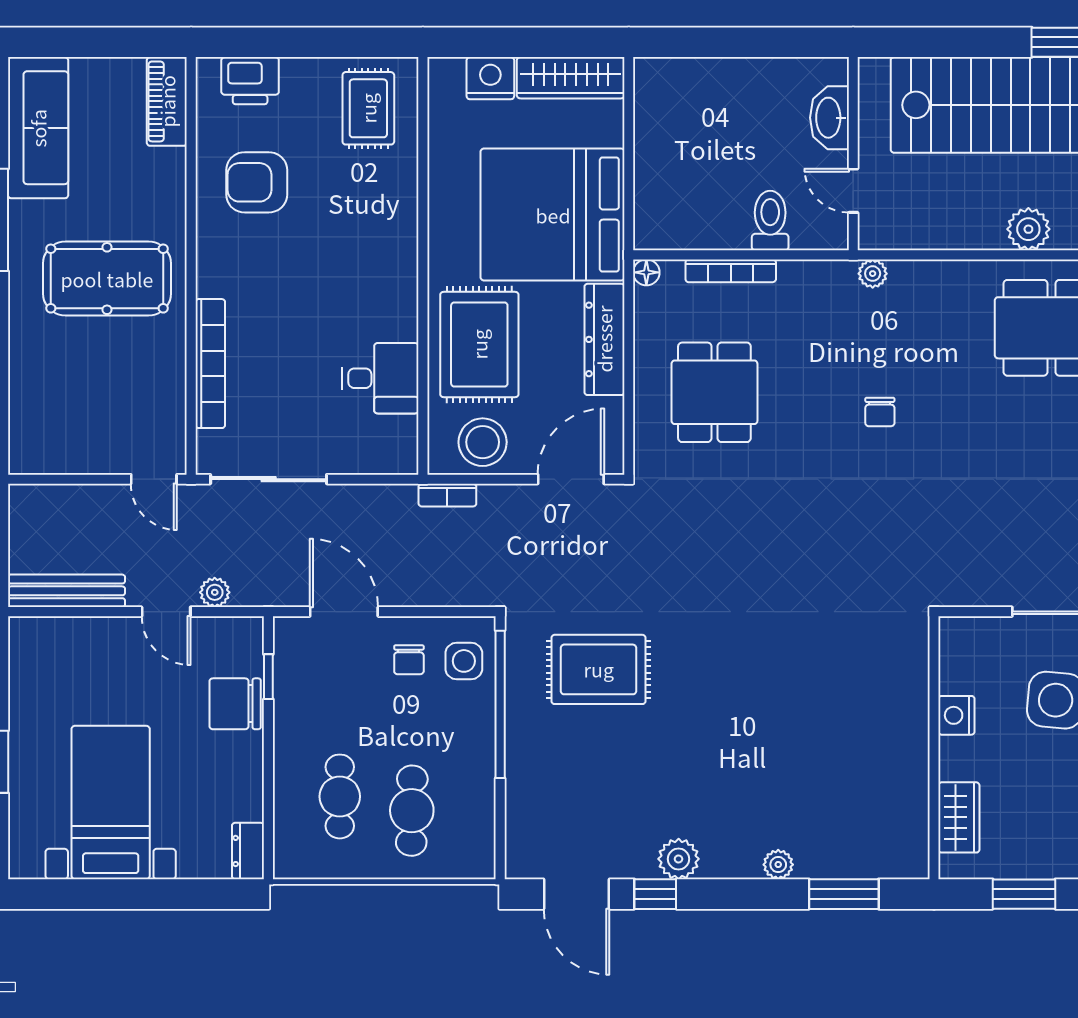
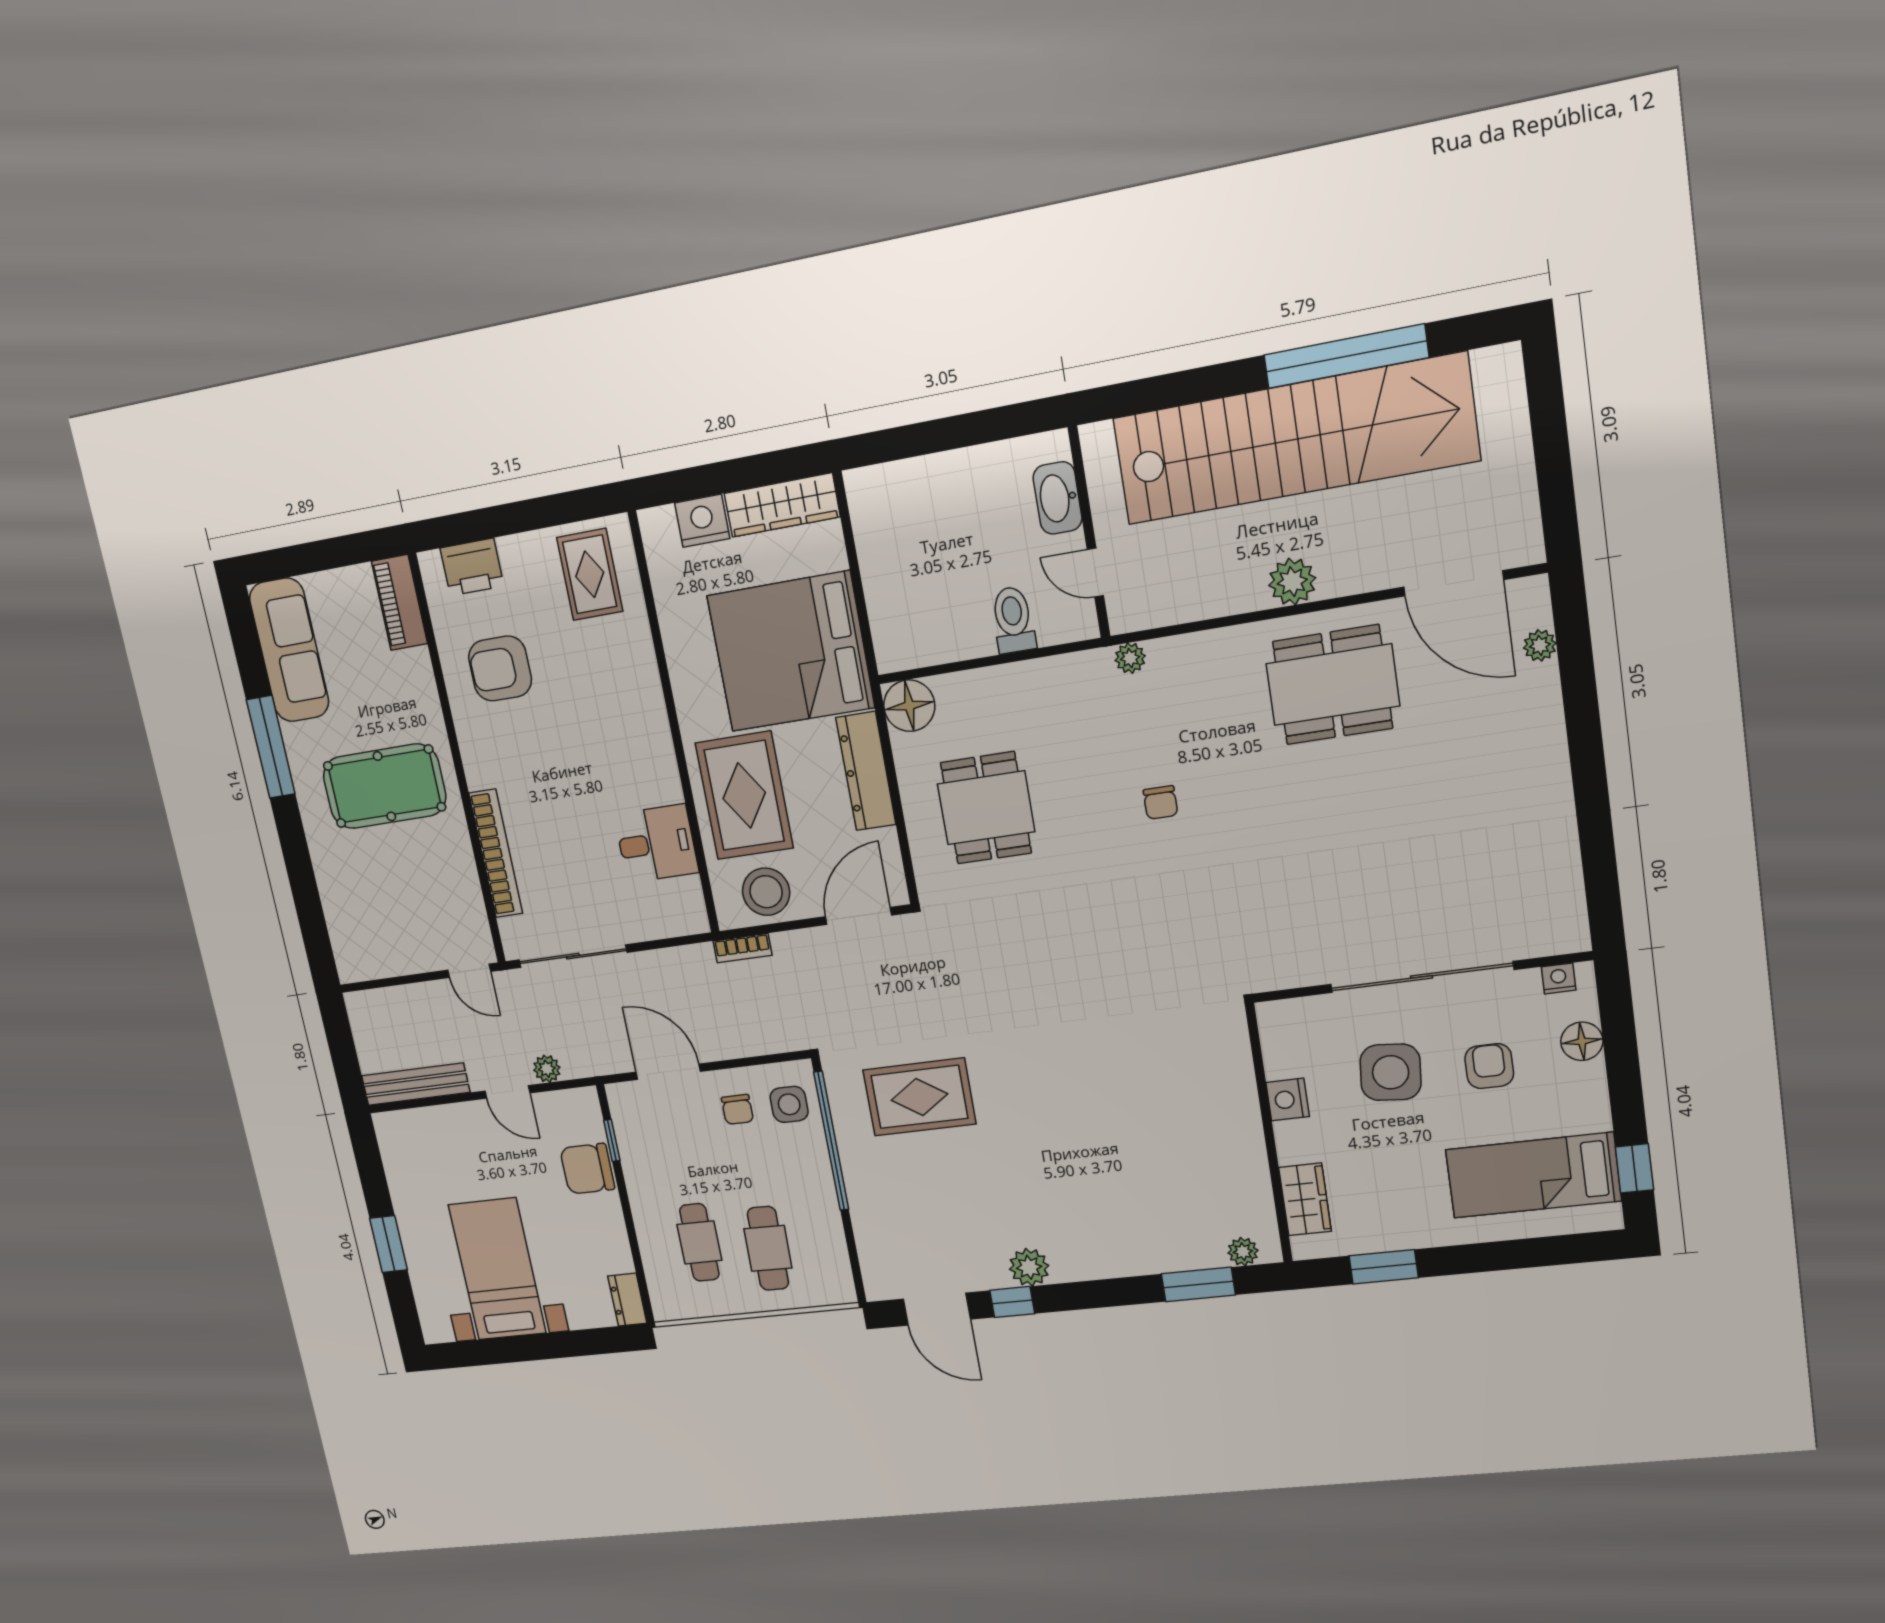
bookcase: (731, 271) -> (981, 680), removed
floor lamp: (646, 272) -> (909, 706), width x1.89, depth x1.89
plant: (778, 865) -> (1243, 1252), moved

